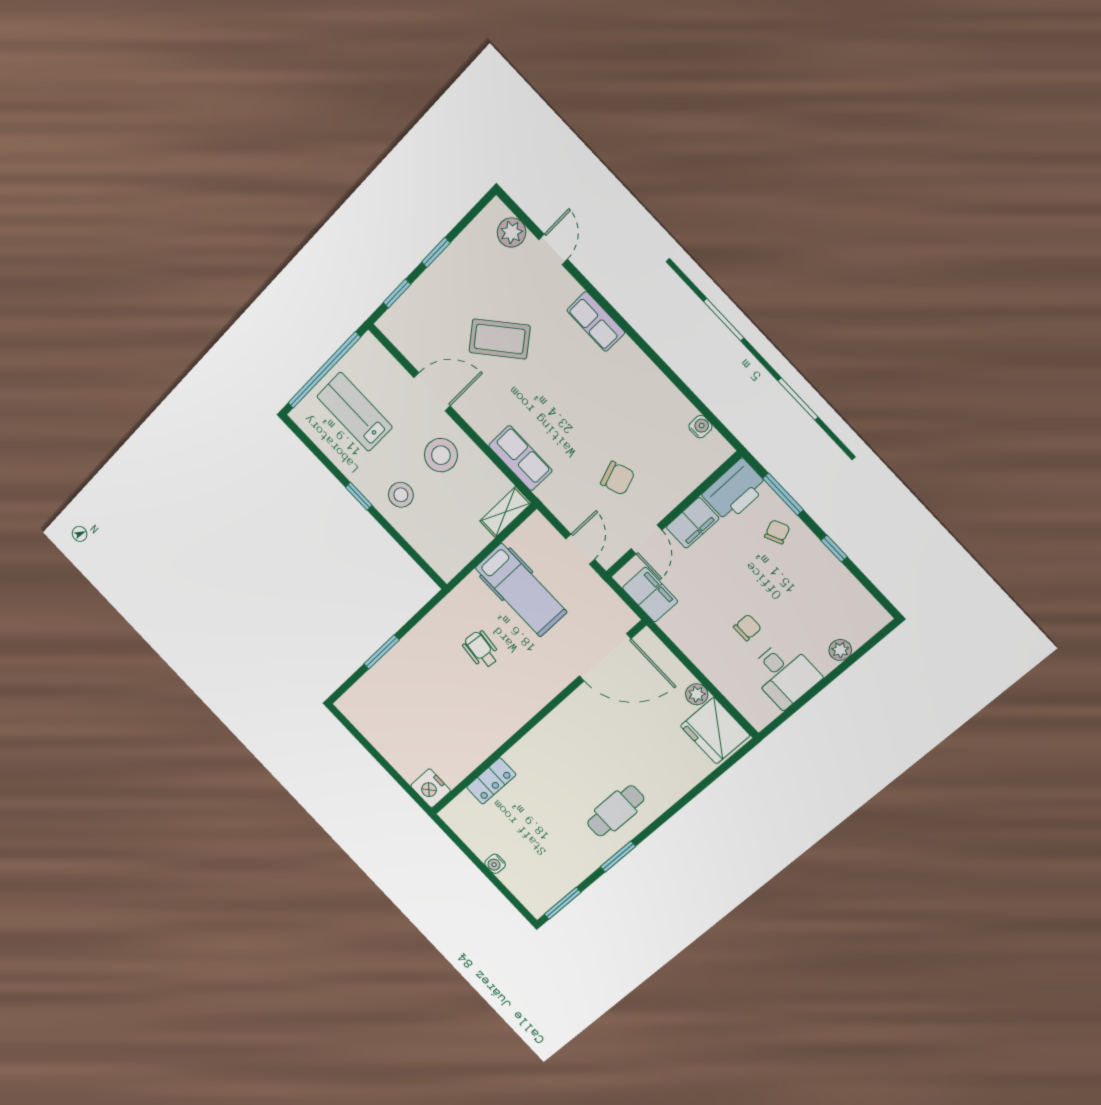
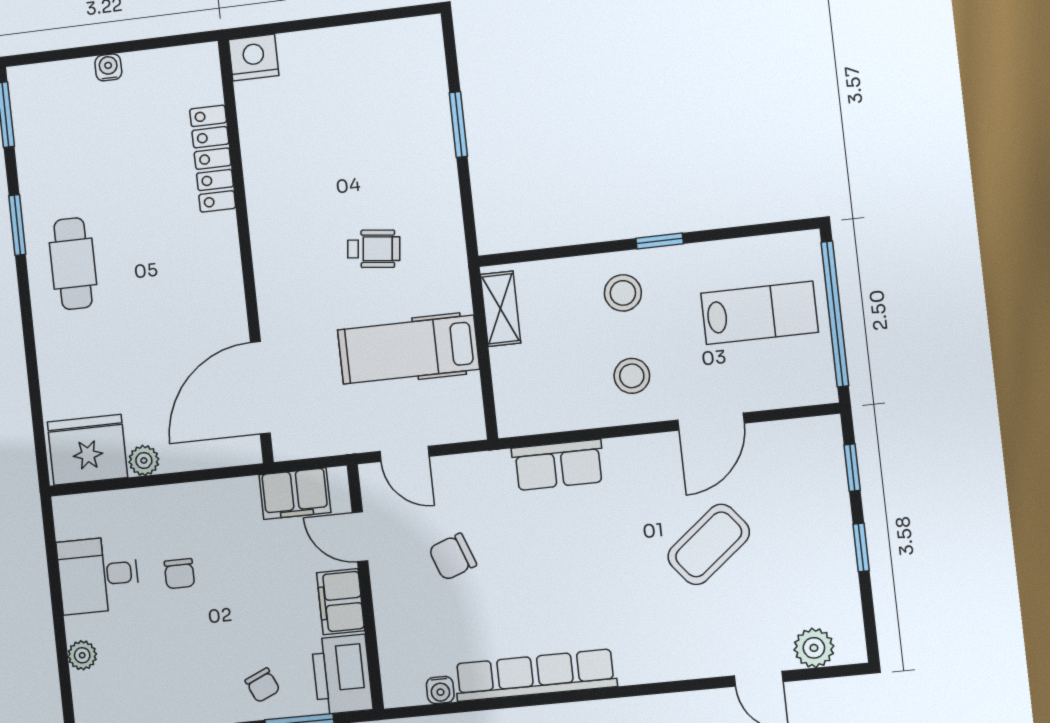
row of seats: (596, 321) -> (535, 675), moved, width x2.02
stool: (441, 455) -> (632, 376), width x0.73, depth x0.73
shelving: (505, 512) -> (500, 309), moved
locker: (491, 781) -> (213, 159), width x1.53

